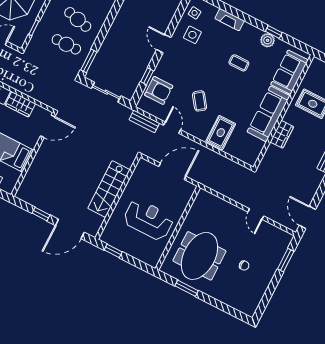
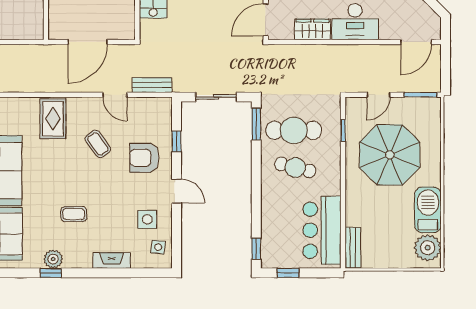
cafe table: (66, 44) -> (294, 130), width x1.37, depth x1.35
armchair: (159, 90) -> (144, 158), moved

